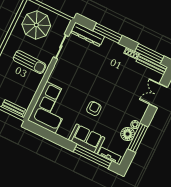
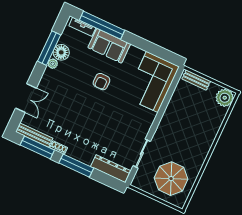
window: (107, 33) -> (76, 166), moved
sun lounger: (30, 62) -> (178, 135), removed

